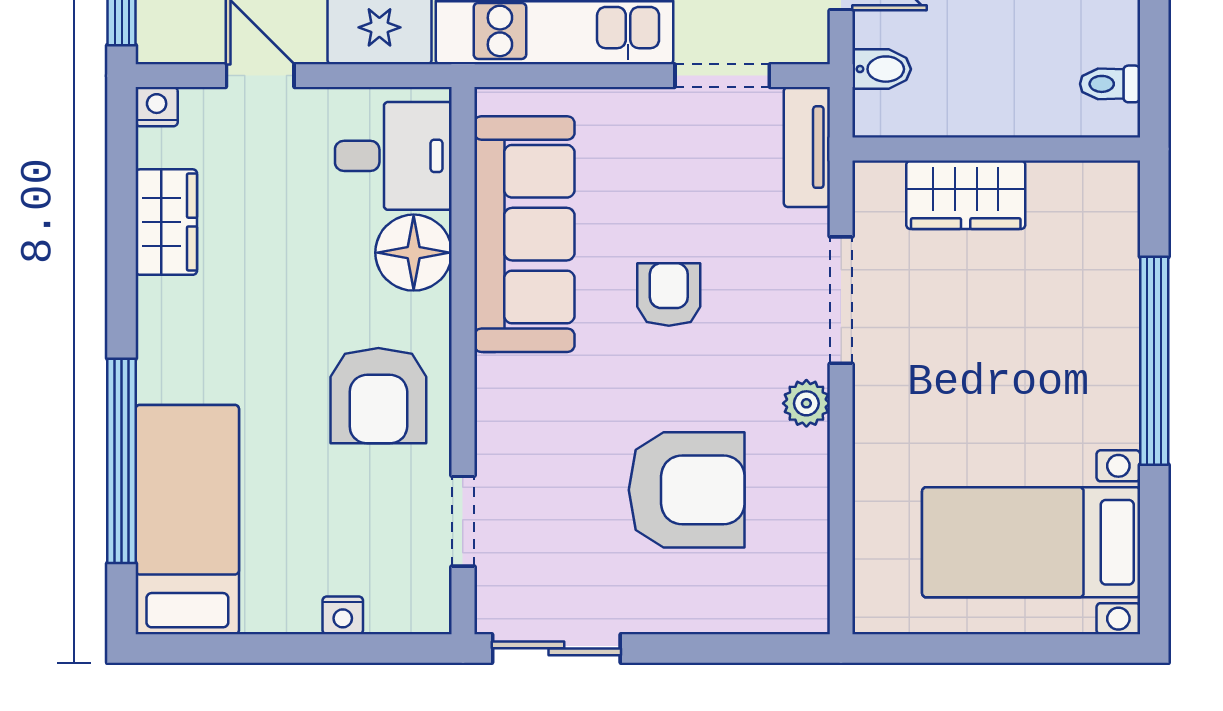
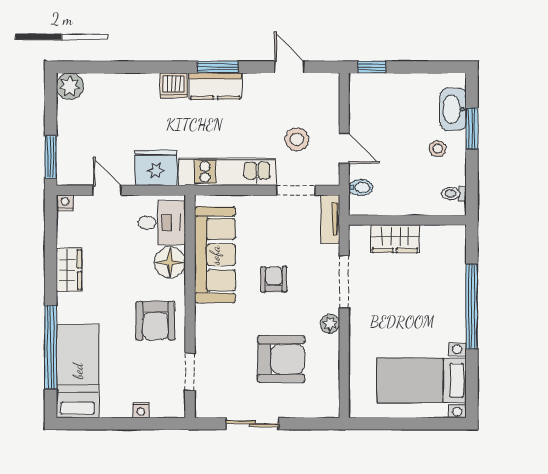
wardrobe: (166, 222) -> (69, 270), moved
sliding door: (556, 648) -> (252, 424), moved

